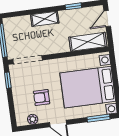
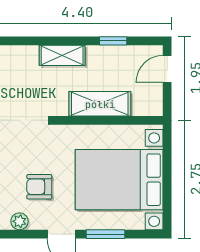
shelving: (88, 42) -> (100, 104), moved
window: (98, 118) -> (106, 234), moved

